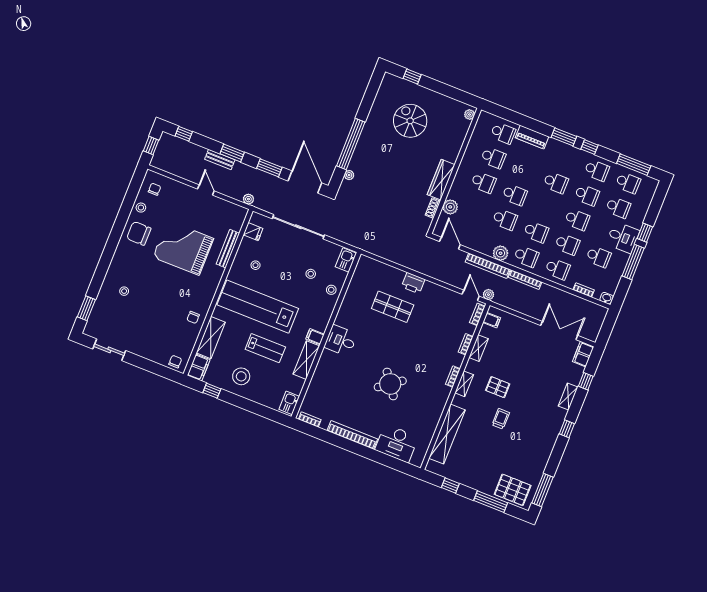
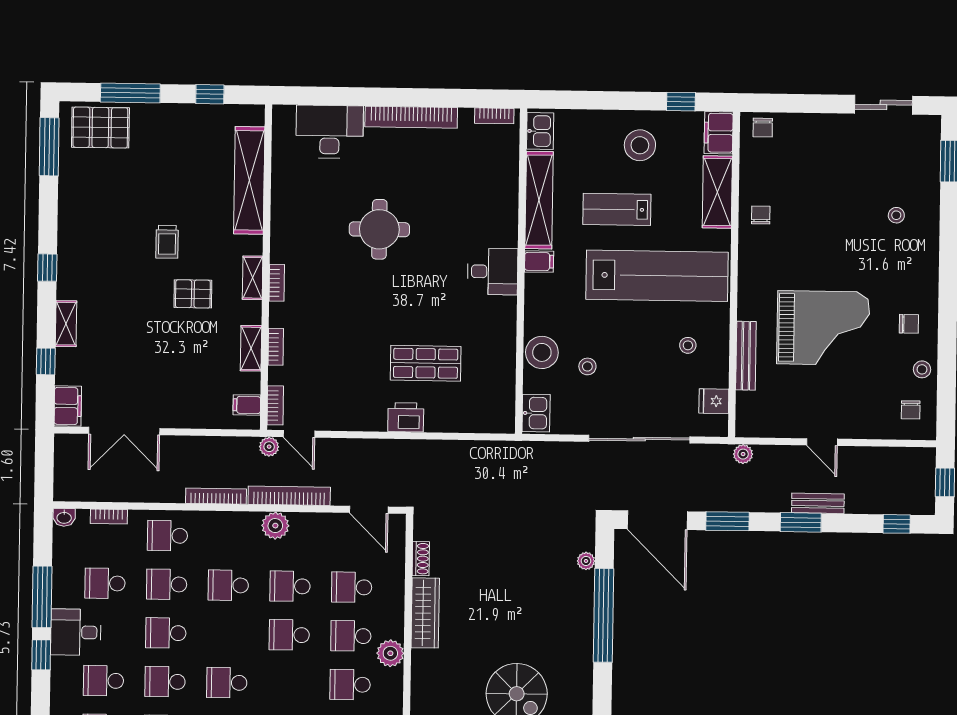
plant: (450, 207) -> (390, 653), moved
chair: (139, 233) -> (909, 324), width x0.54, depth x0.54
school desk: (526, 257) -> (352, 587), moved
stool: (331, 290) -> (542, 352), width x1.89, depth x1.89
shelving: (306, 360) -> (539, 200), width x1.47
round table: (390, 384) -> (379, 229), turned 36

